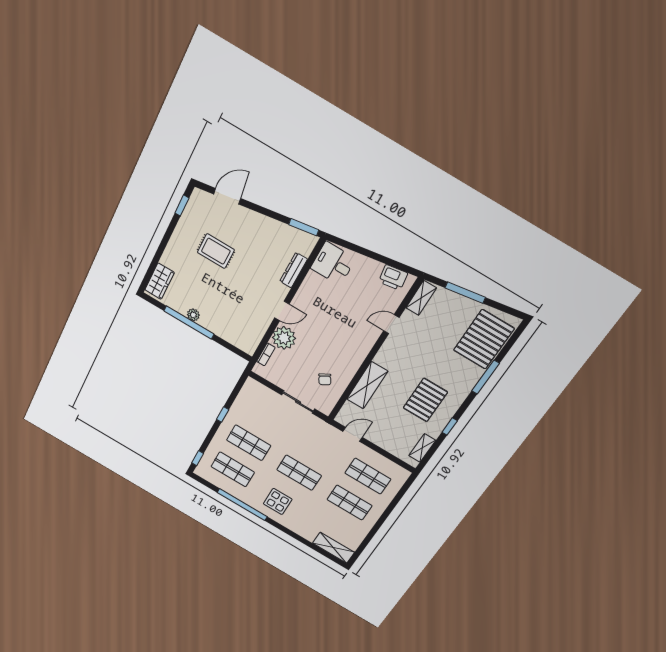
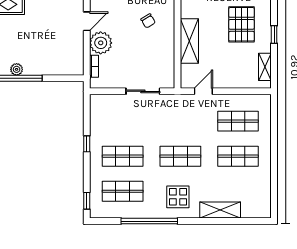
chair: (325, 379) -> (148, 21), moved
shelving: (334, 548) -> (220, 210), moved

